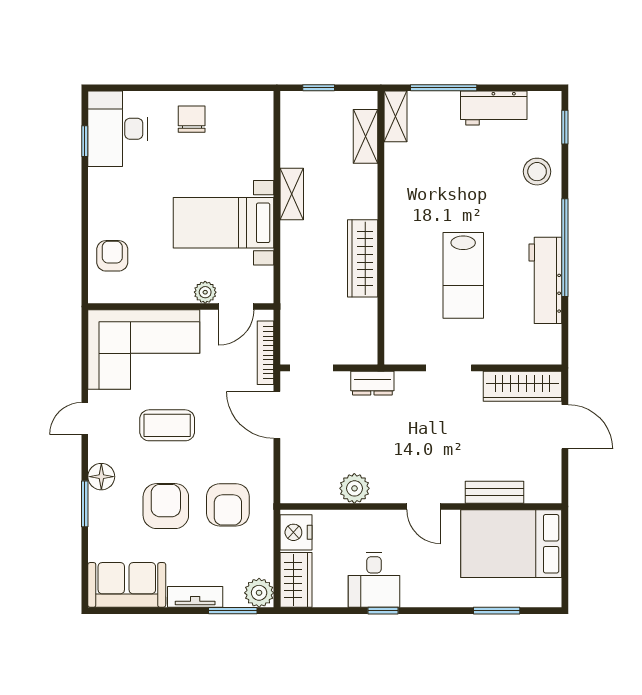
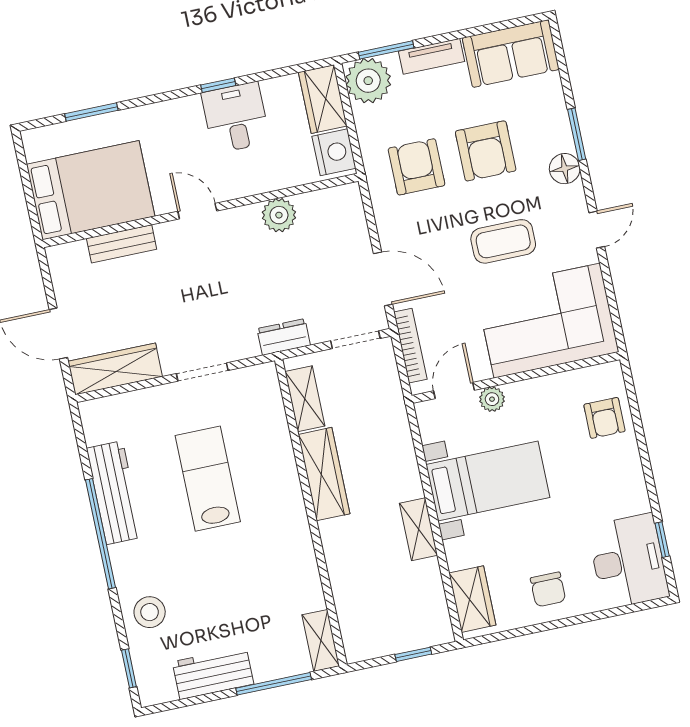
wardrobe: (258, 124) -> (472, 599), added
shelving: (365, 136) -> (305, 399), moved
plant: (259, 593) -> (368, 81), width x1.36, depth x1.36

